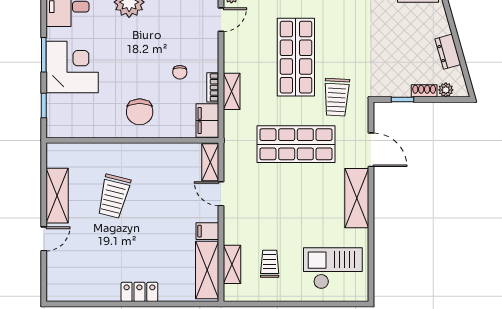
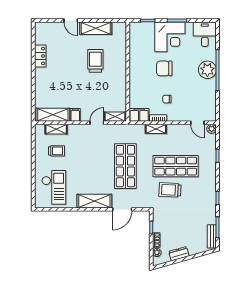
trolley: (337, 97) -> (170, 190), moved
chair: (140, 112) -> (164, 68), moved
trolley: (114, 196) -> (95, 61), turned 76
locker: (139, 292) -> (40, 56), moved

